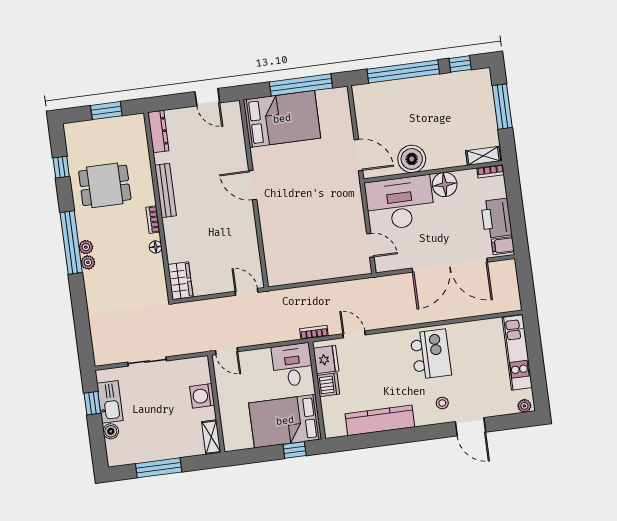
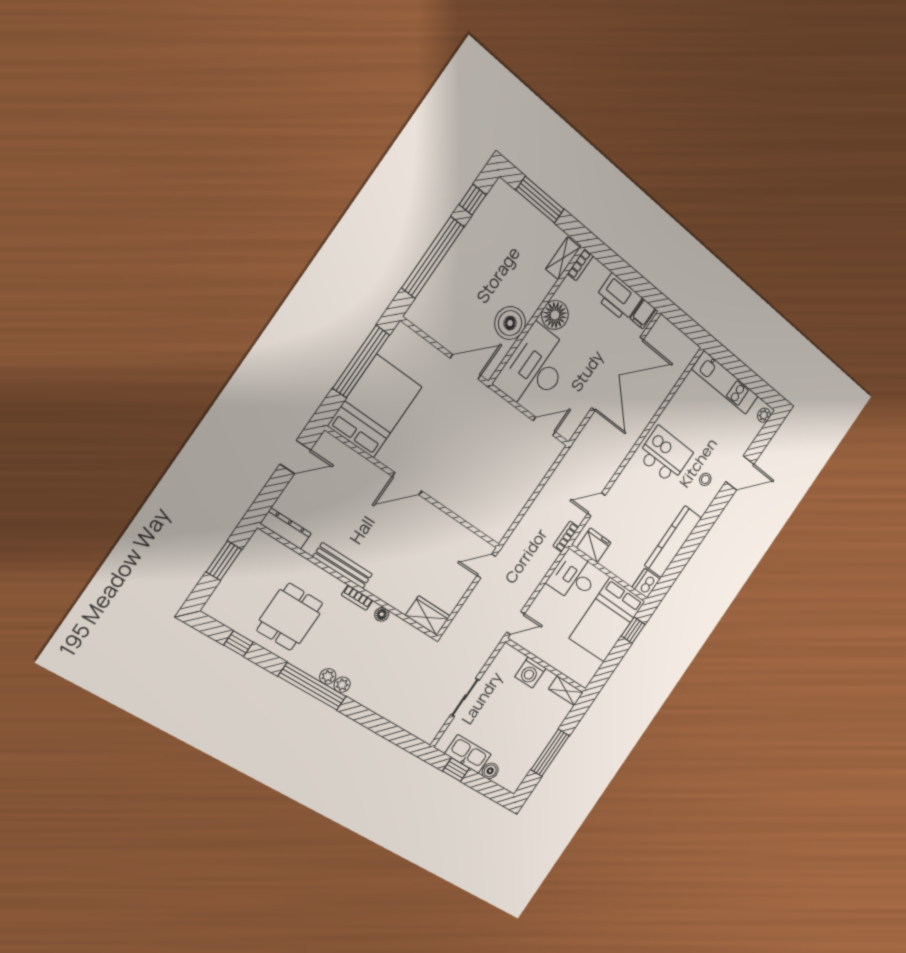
dishwasher: (328, 385) -> (646, 583), moved, turned -90

